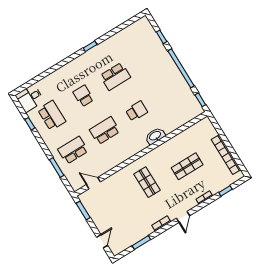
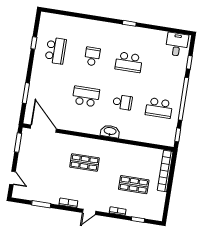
desk: (30, 98) -> (177, 44), moved, turned 90
washbasin: (155, 136) -> (110, 131), moved
school desk: (73, 150) -> (159, 108), moved, turned 180
bookcase: (226, 155) -> (165, 171), moved
shop shelf: (187, 166) -> (134, 185), moved
shop shelf: (147, 182) -> (85, 162), turned 90
door: (93, 183) -> (43, 129), width x1.87
door: (102, 241) -> (12, 178), hinge flipped

